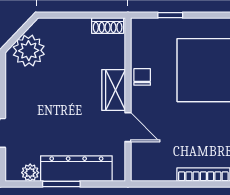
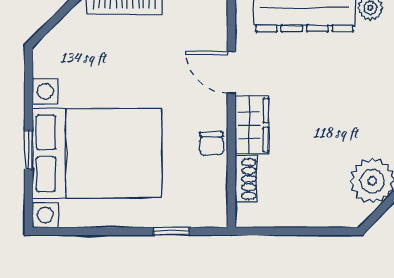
shoe rack: (108, 26) -> (246, 179), moved, turned 90

